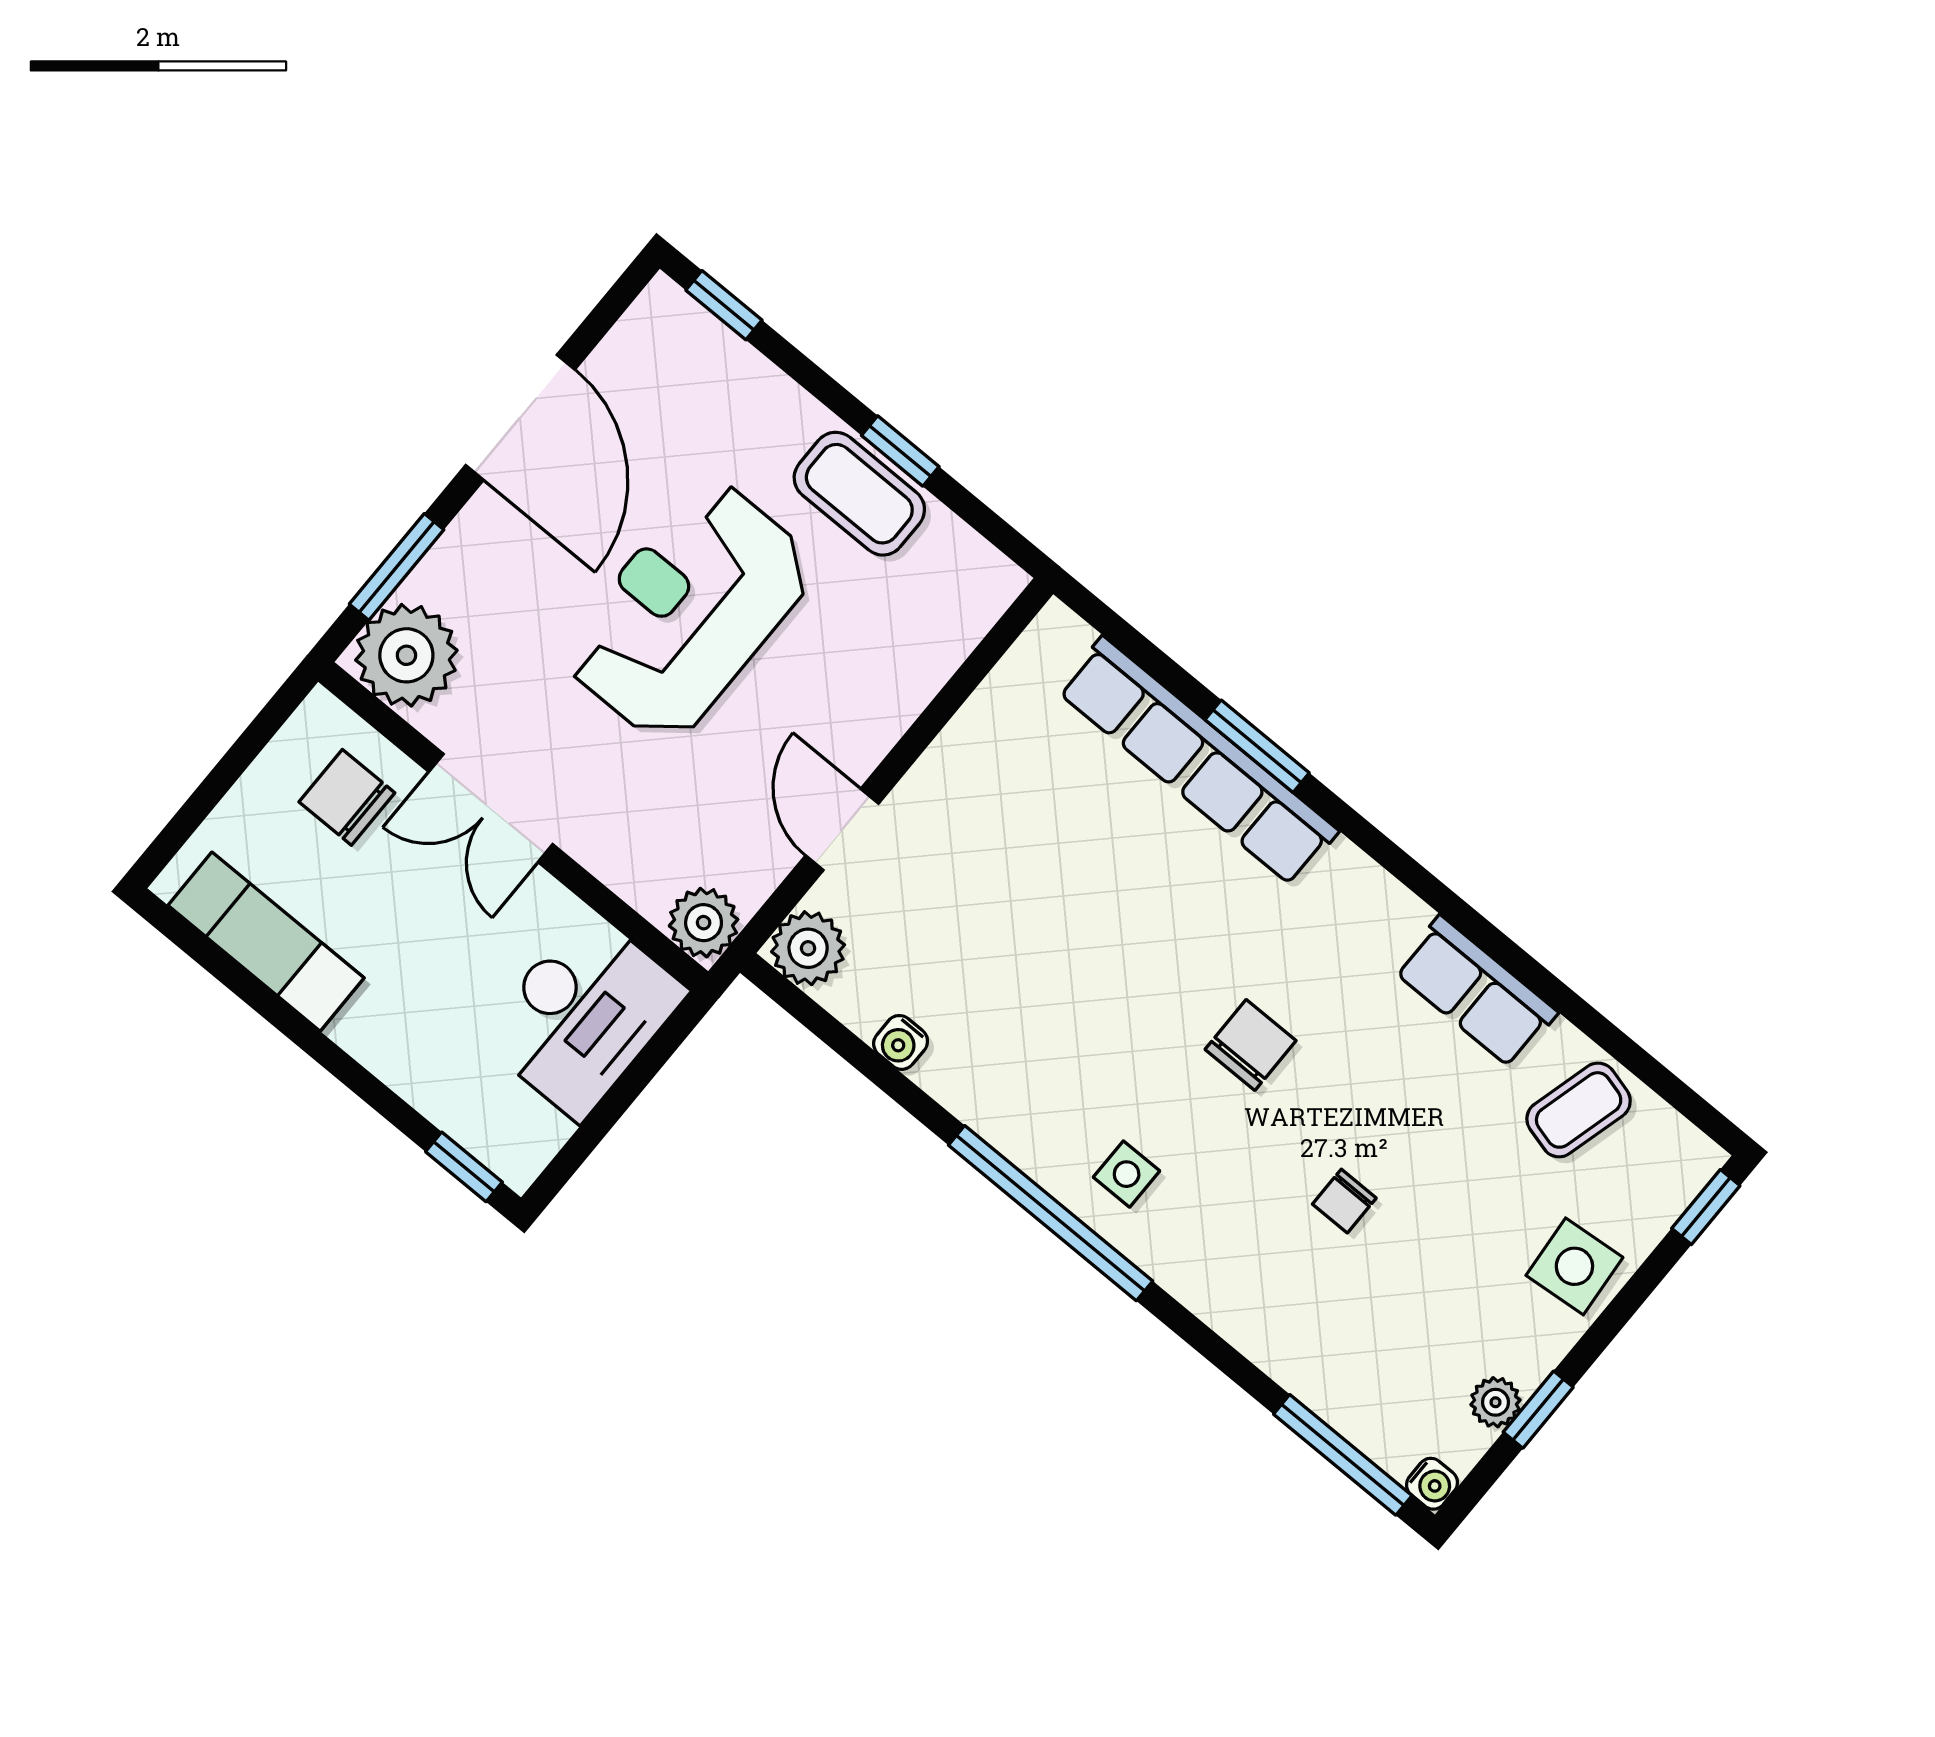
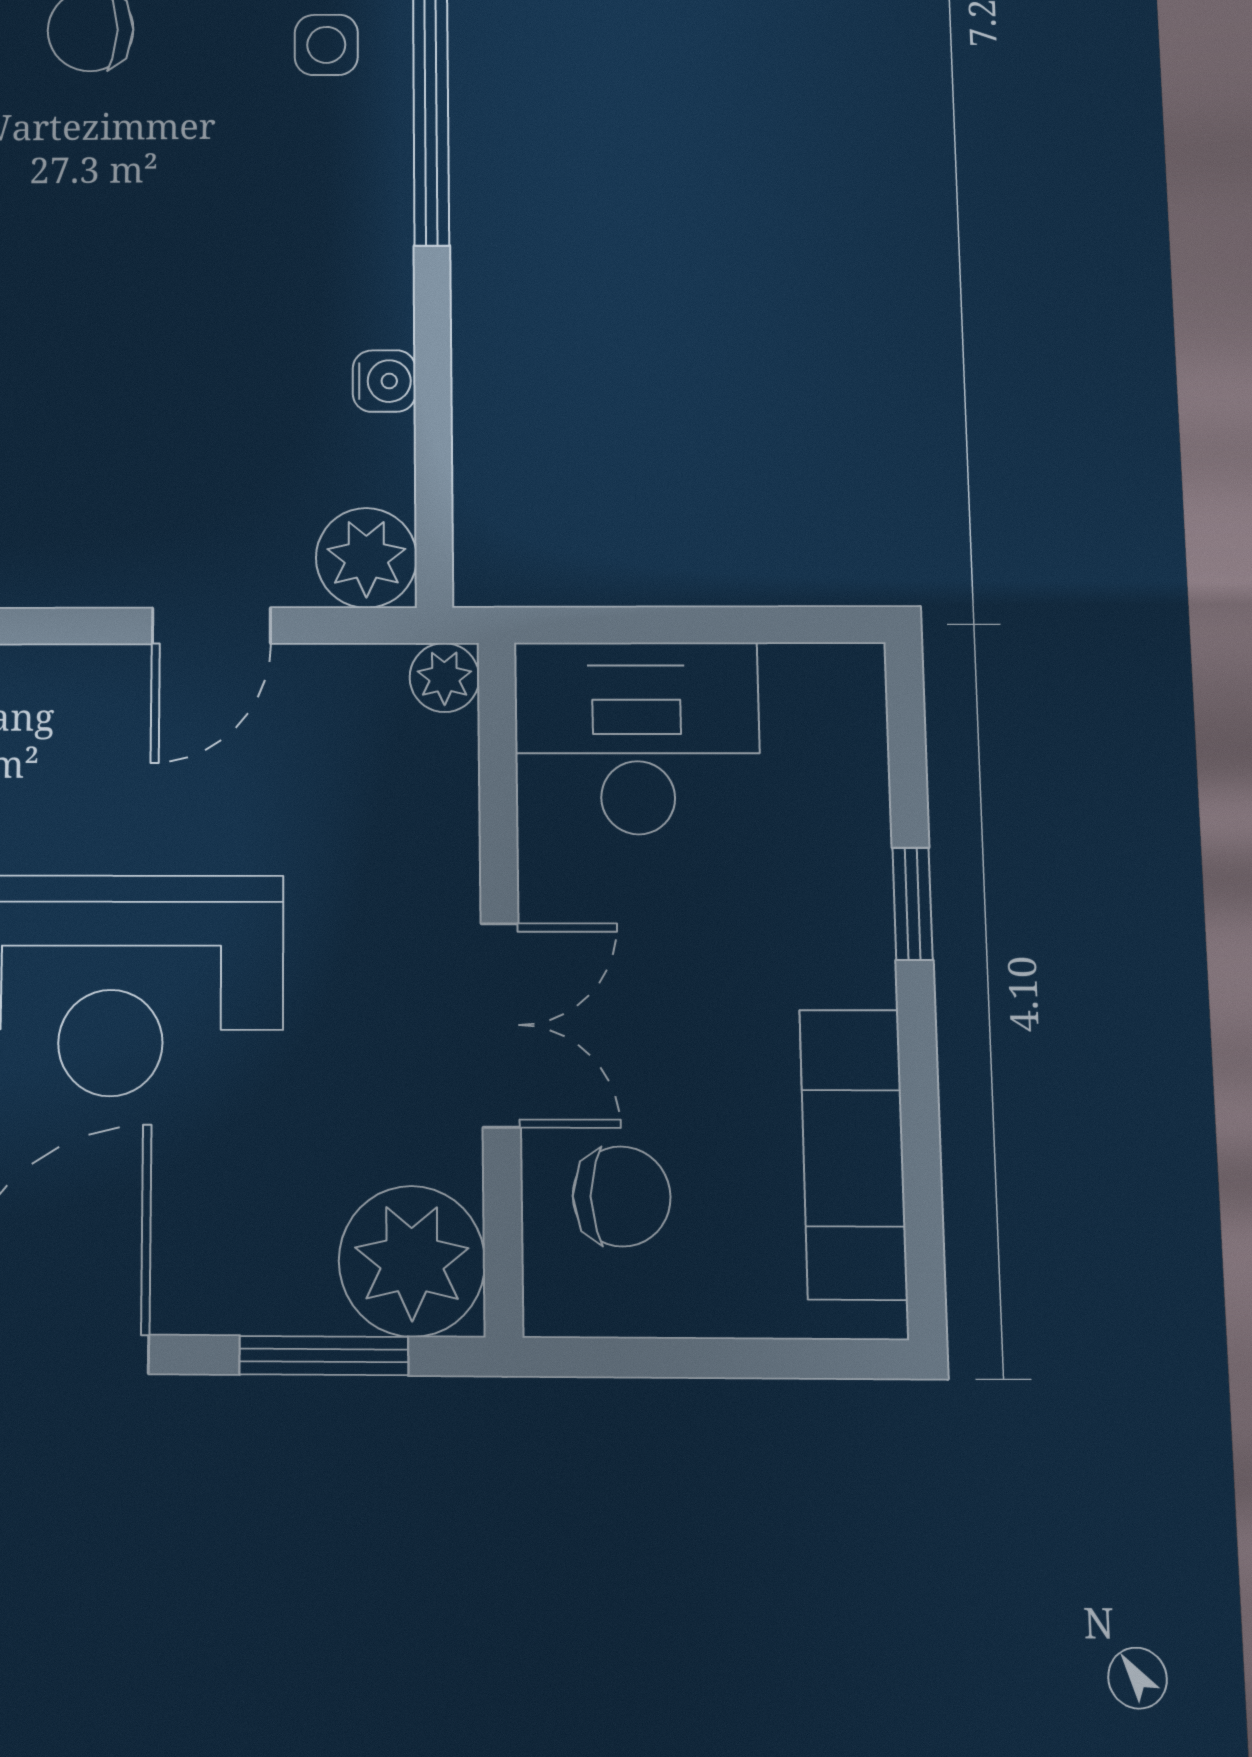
chair: (347, 797) -> (622, 1196), turned -90
plant: (704, 923) -> (444, 677), width x0.73, depth x0.73
window: (464, 1167) -> (912, 904), moved

